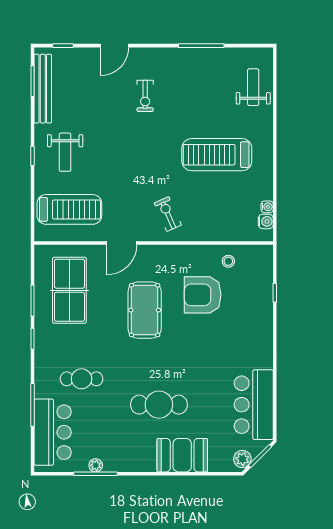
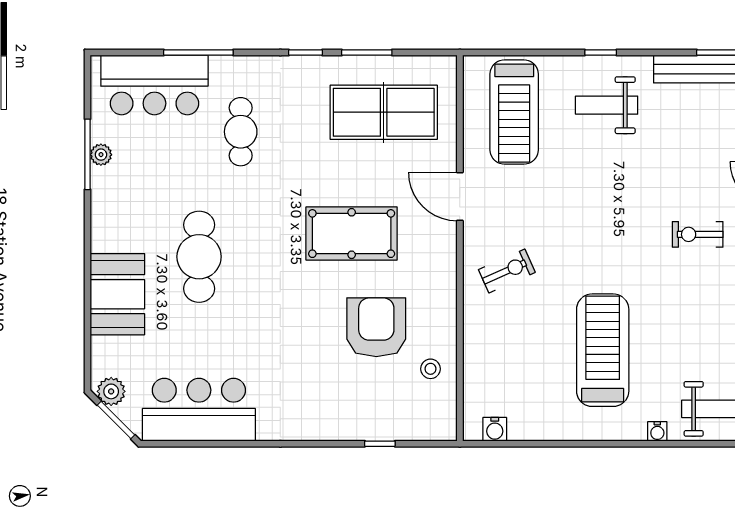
water cooler: (267, 207) -> (657, 431), moved

